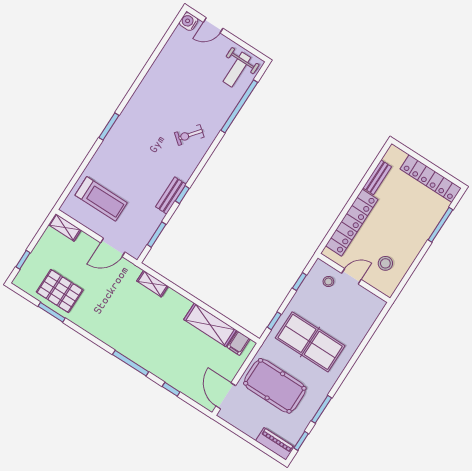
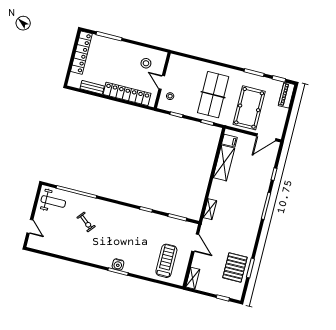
water cooler: (189, 22) -> (118, 264), moved
exercise bike: (189, 135) -> (86, 222), moved
bench: (171, 196) -> (149, 217), removed

